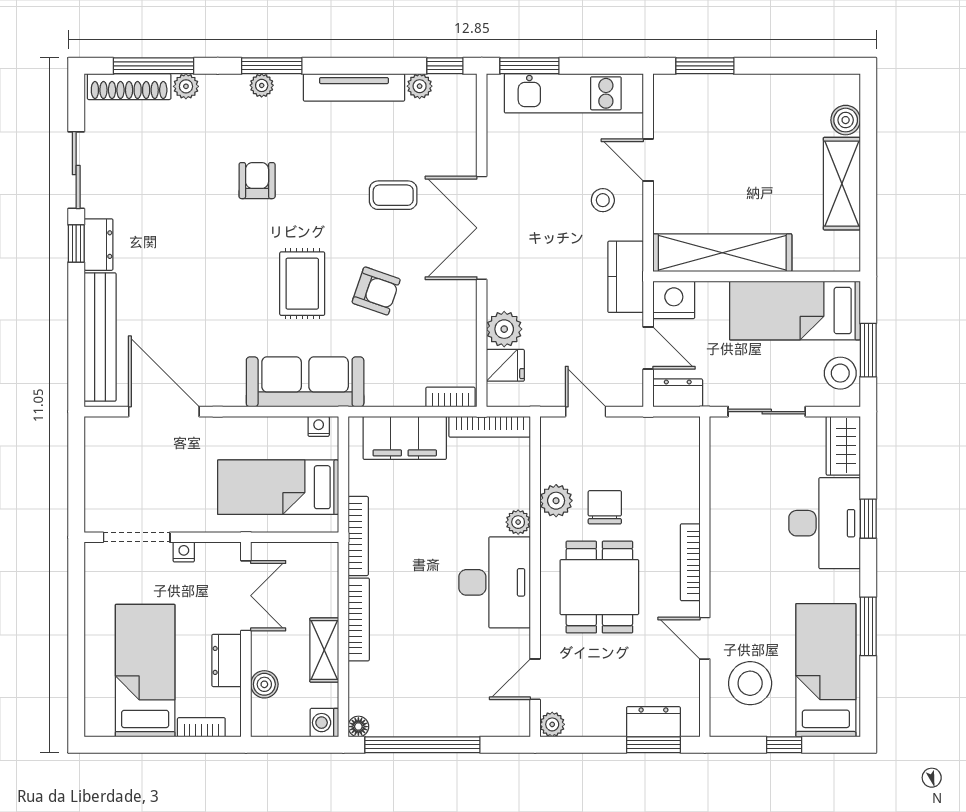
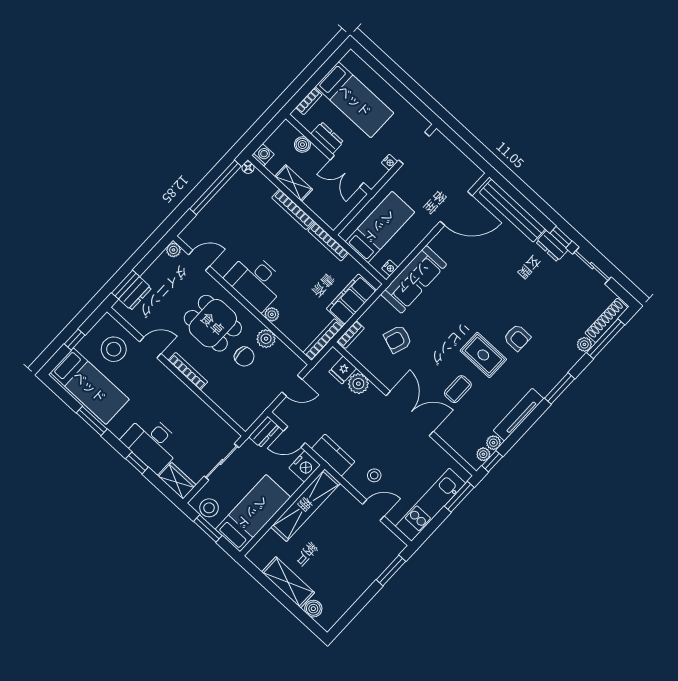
plant: (262, 85) -> (483, 454), moved
rug: (302, 284) -> (483, 355), moved
armchair: (376, 291) -> (398, 339), moved
door: (535, 679) -> (199, 260), hinge flipped

